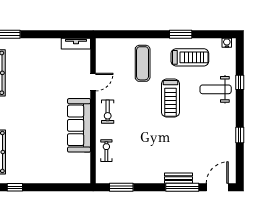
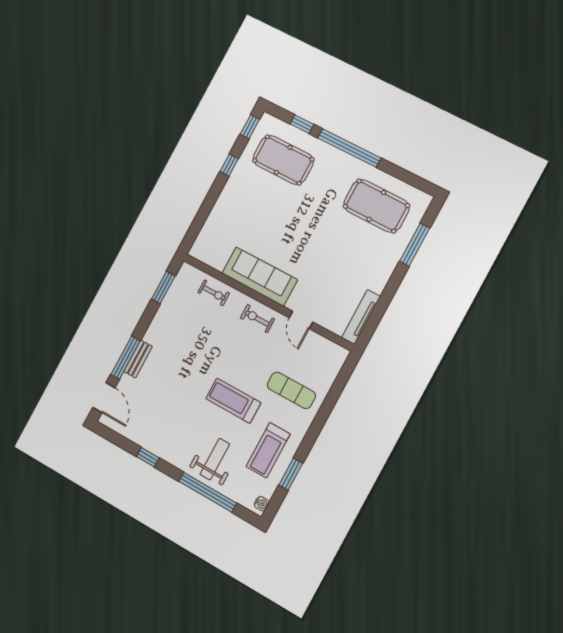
window: (181, 34) -> (291, 474), moved
tv unit: (76, 44) -> (361, 317), width x1.41
window: (240, 82) -> (208, 492), width x3.17

